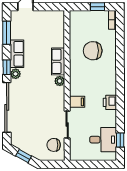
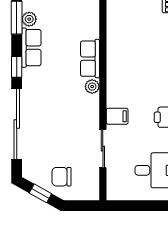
chair: (93, 51) -> (139, 43), removed
plant: (16, 74) -> (29, 19), moved
chair: (54, 145) -> (61, 177), moved

